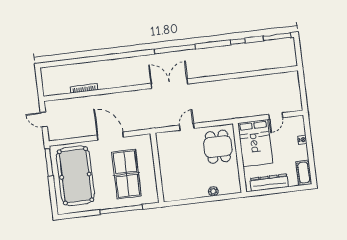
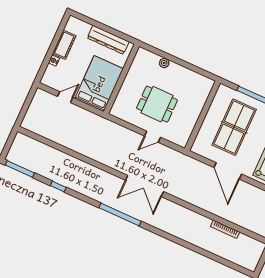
dining table: (218, 147) -> (157, 104), moved, turned 90
cot: (304, 173) -> (64, 45), moved

